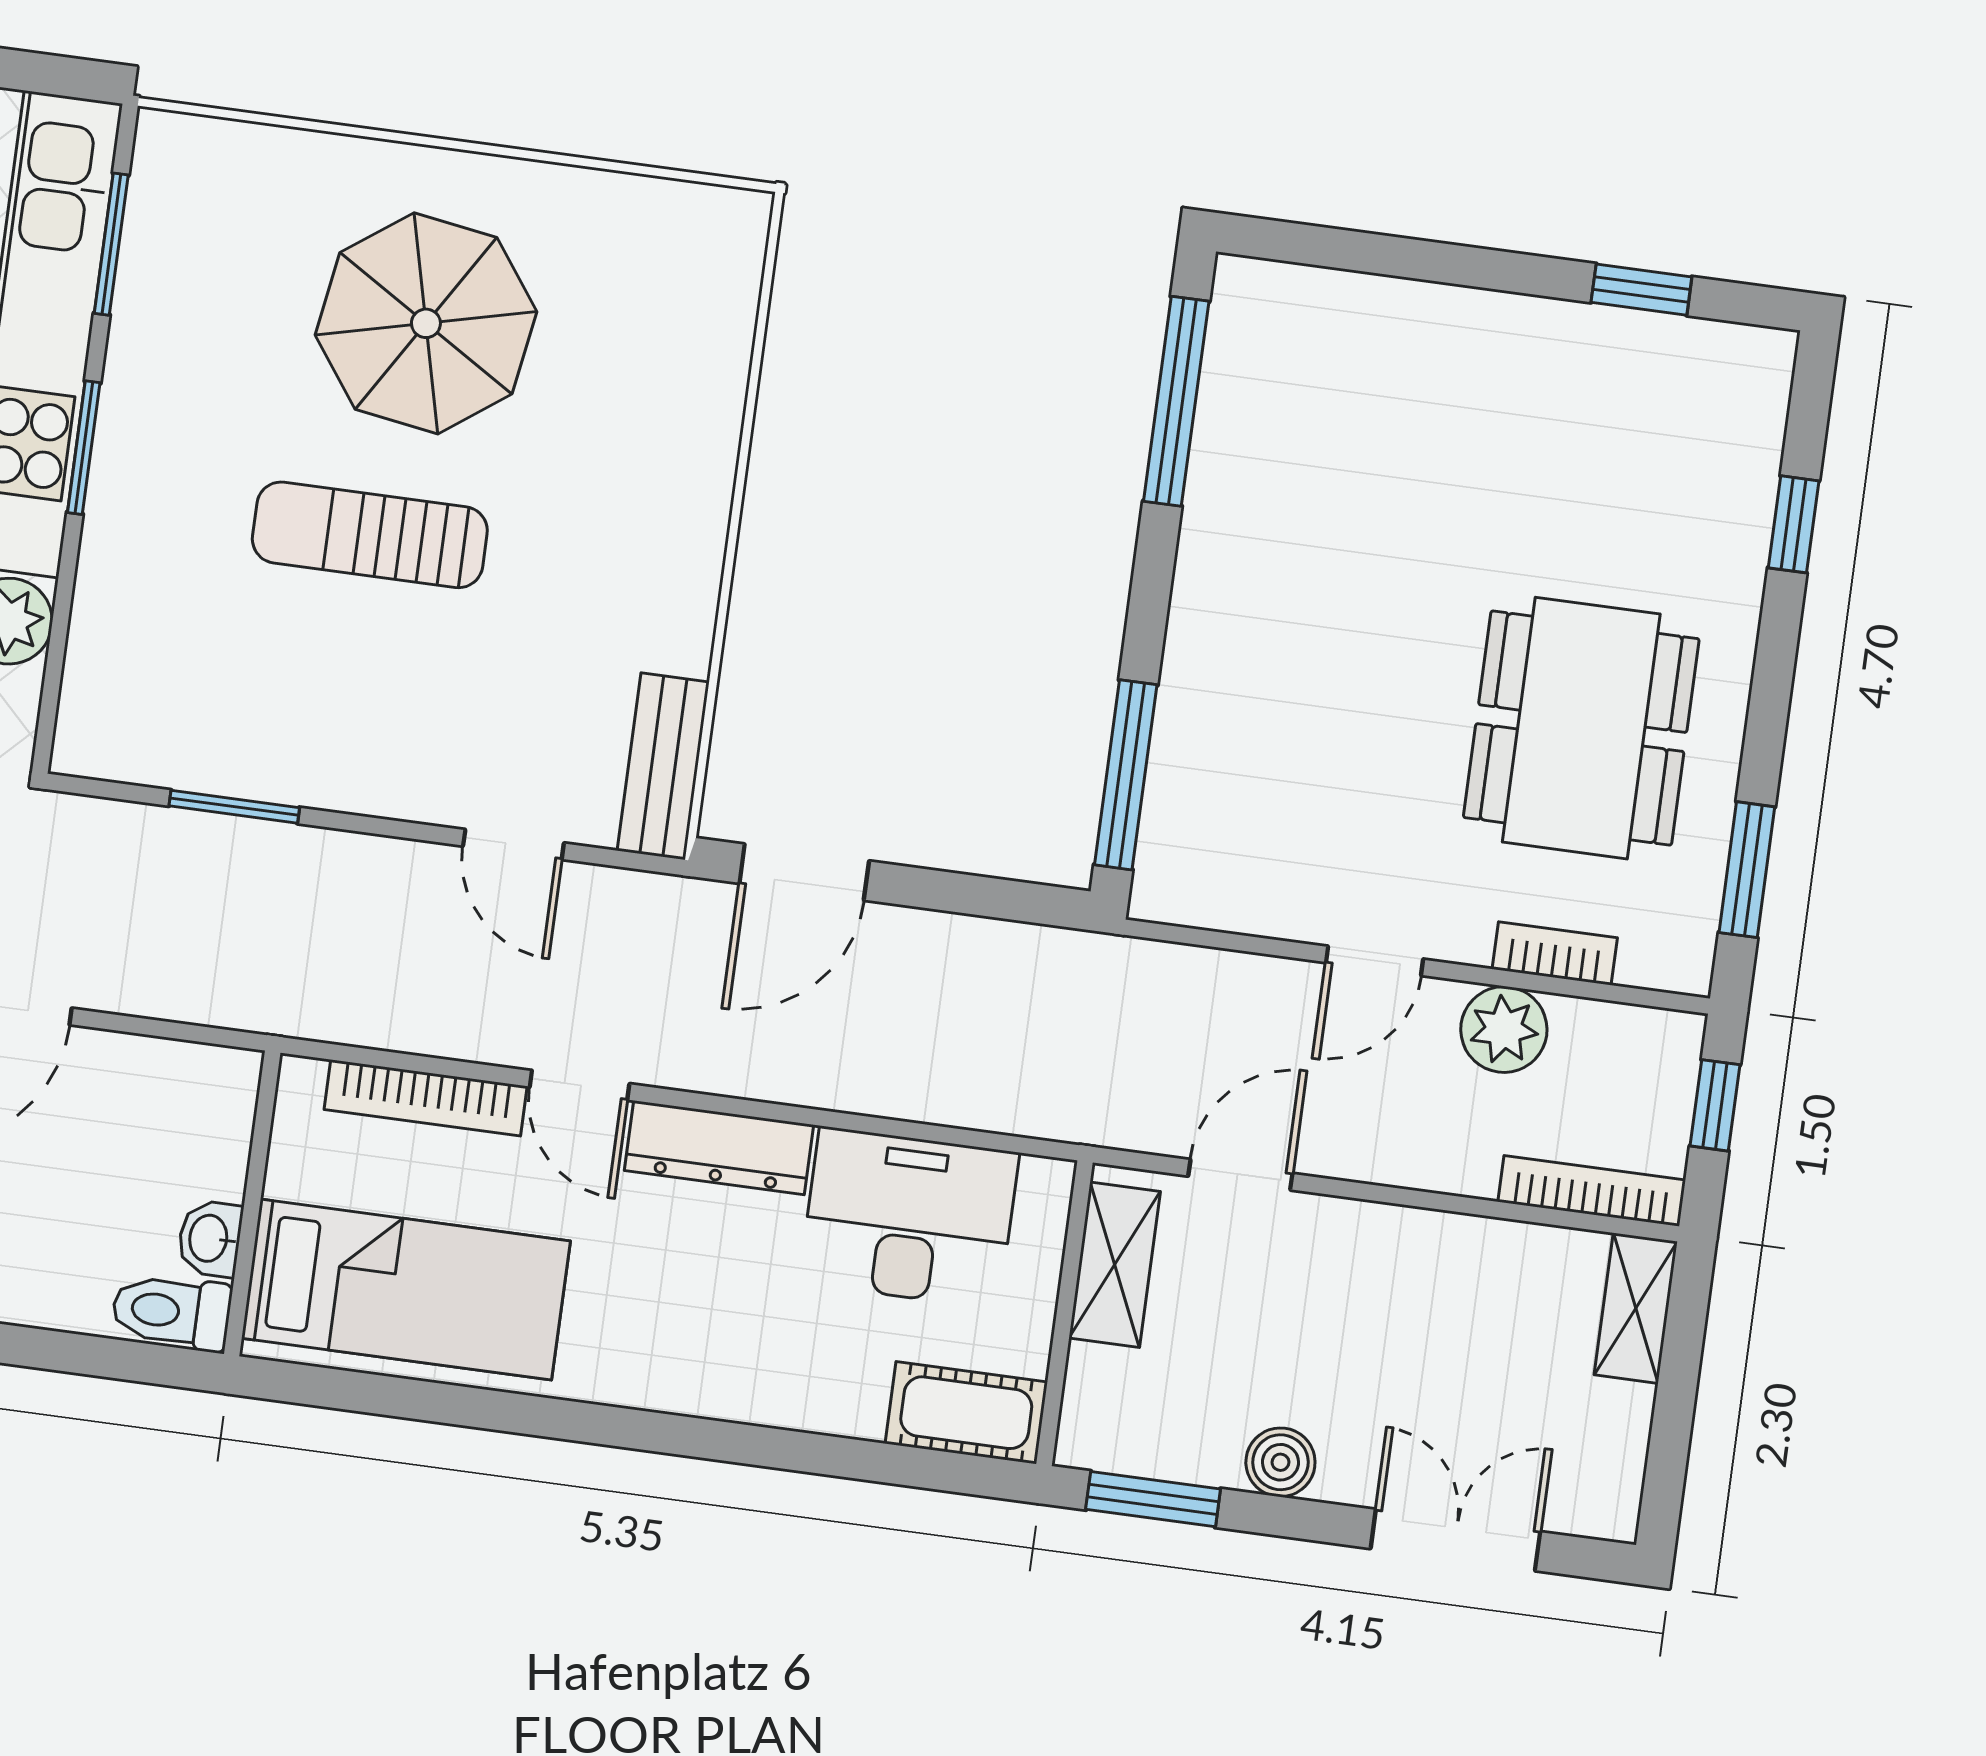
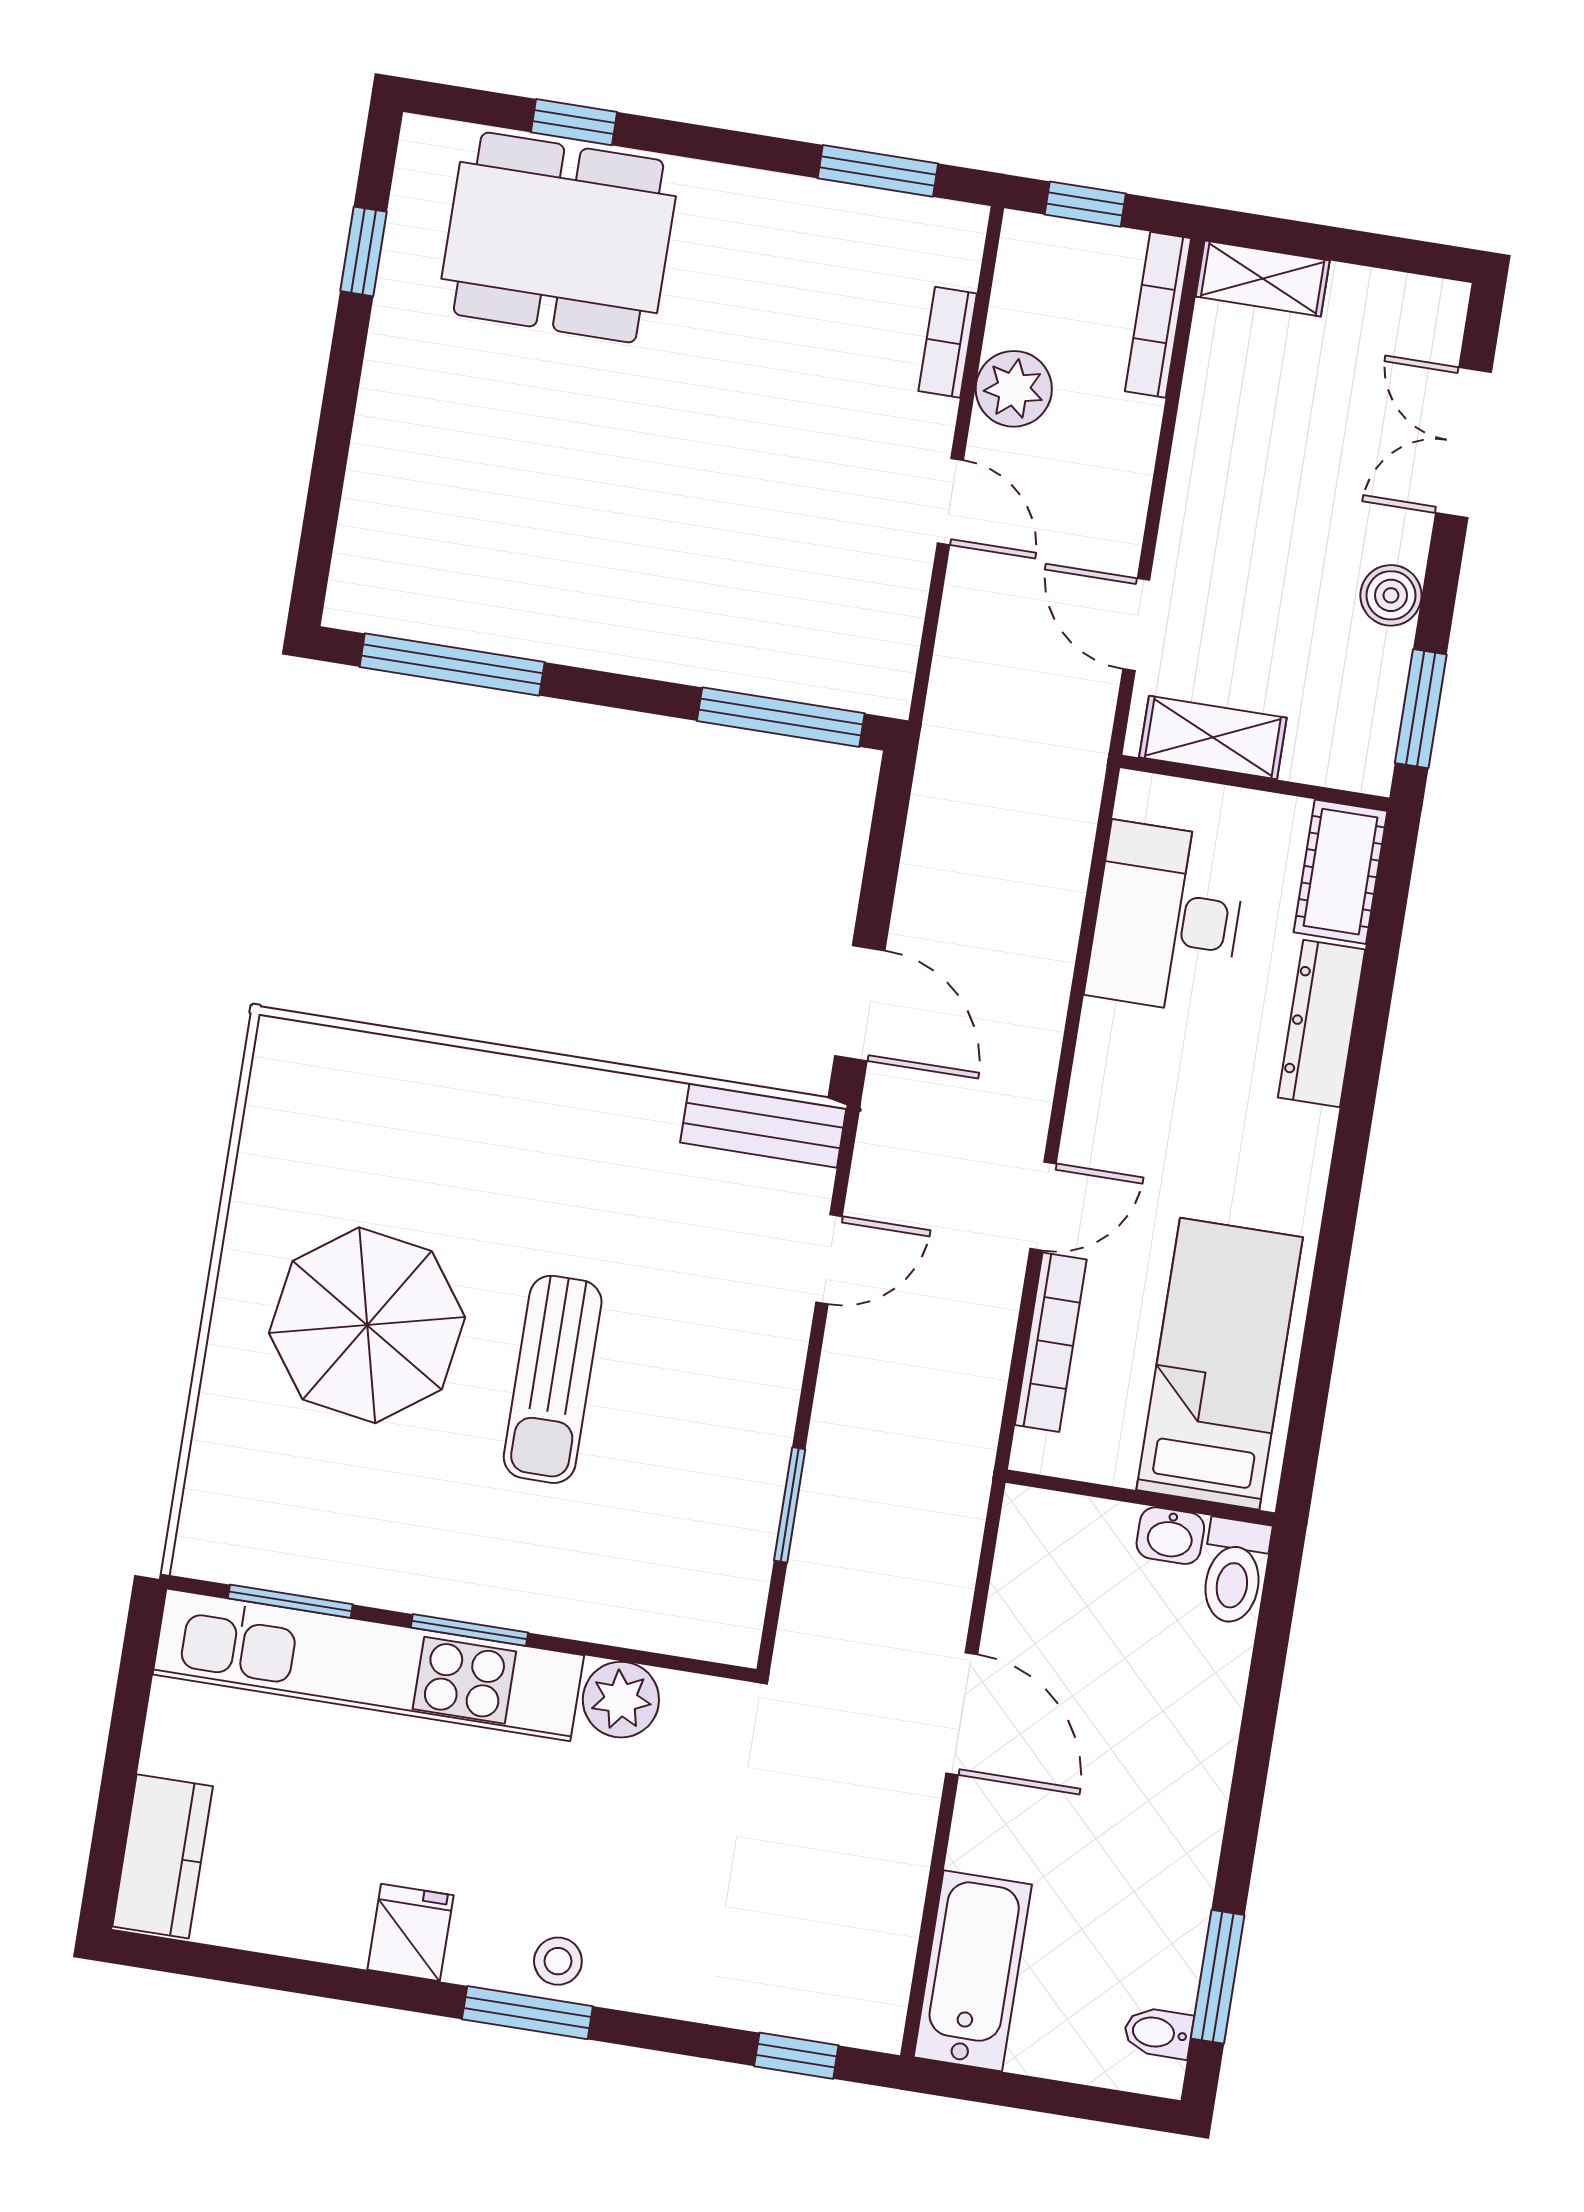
dining table: (1581, 728) -> (559, 237), moved
dresser: (719, 1148) -> (1322, 1023), moved, turned 180

